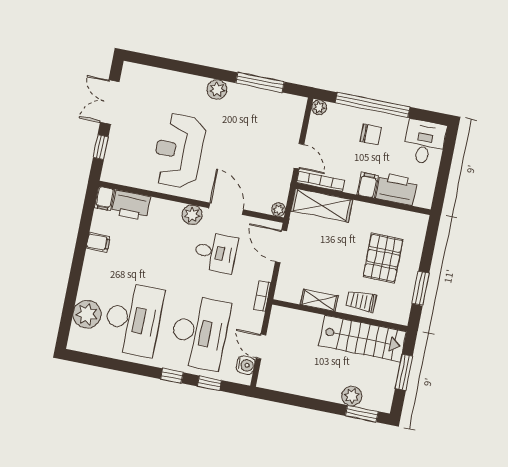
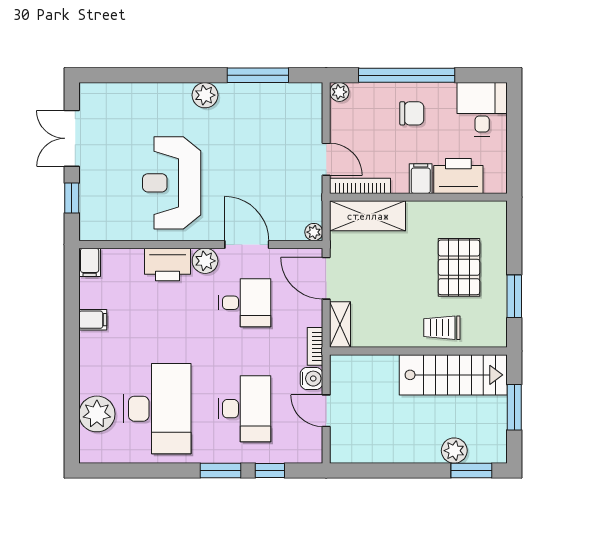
printer: (131, 205) -> (168, 264), moved
shelving: (319, 300) -> (340, 325), moved, turned 90
desk: (200, 333) -> (245, 409), width x0.73, depth x0.77
water cooler: (246, 365) -> (311, 379), moved
window: (172, 376) -> (220, 470), width x1.50

